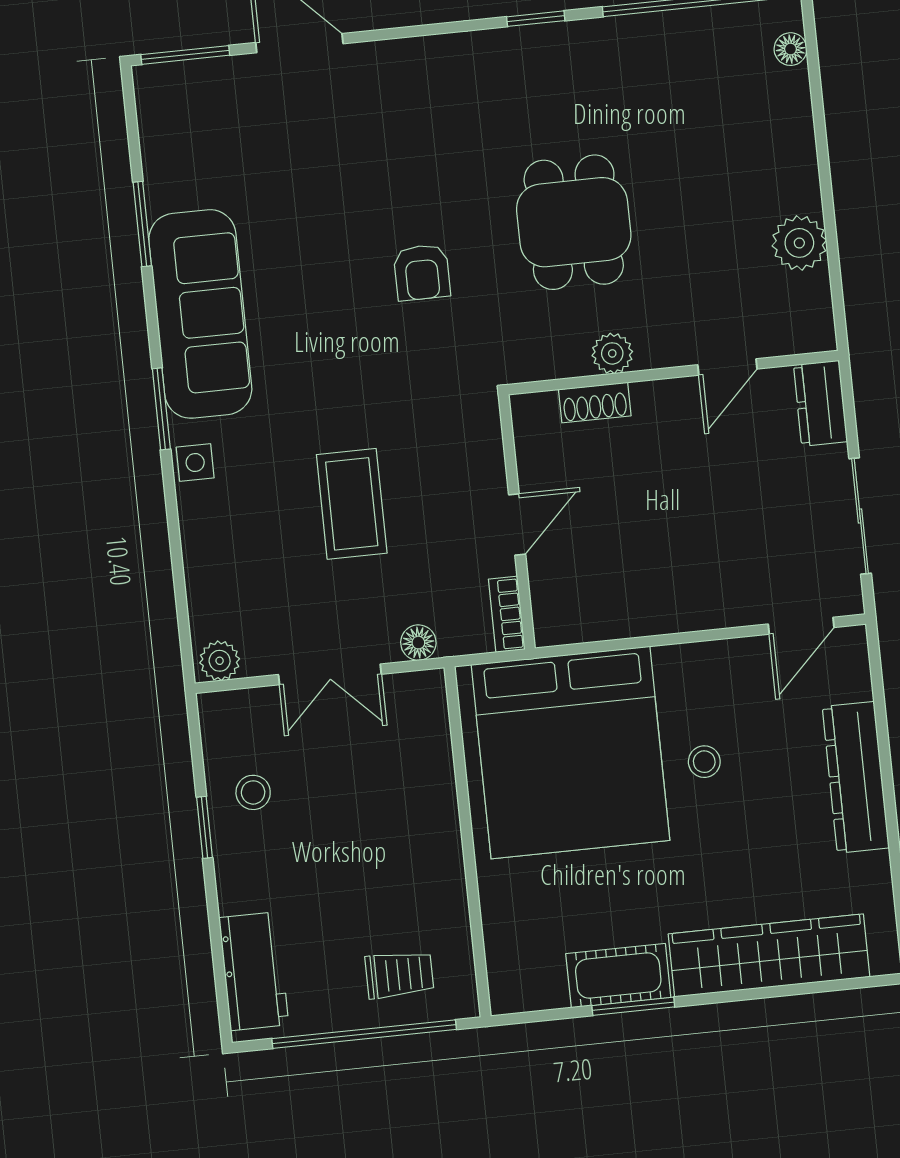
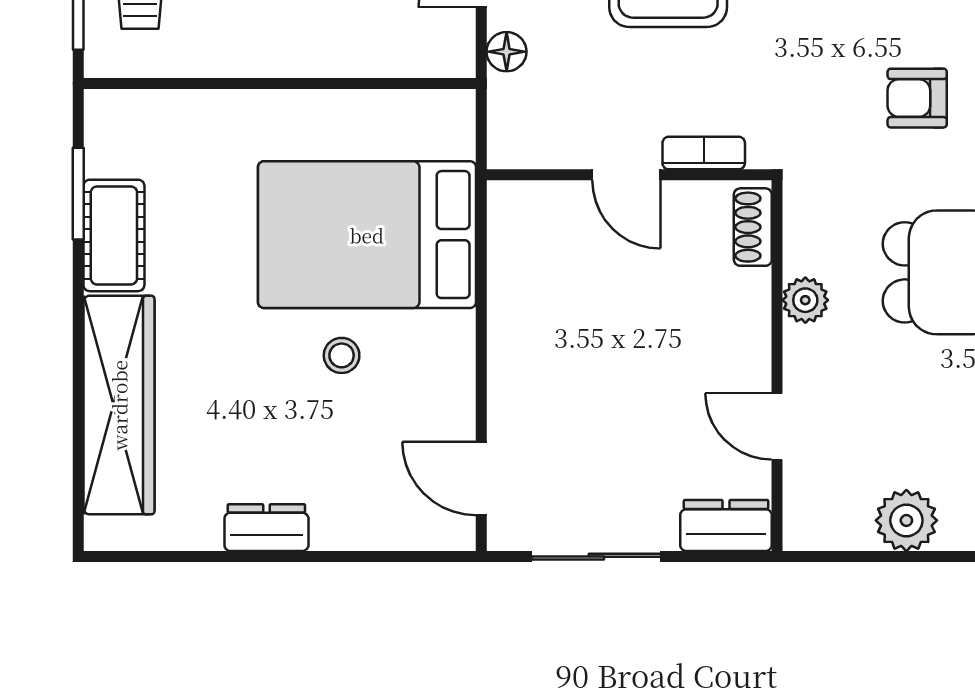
shoe rack: (595, 403) -> (753, 227), moved
bookcase: (507, 614) -> (704, 153), moved
bed: (570, 753) -> (367, 235), width x0.73
dresser: (856, 777) -> (266, 528), width x0.51, depth x0.80
window: (633, 1006) -> (78, 194), moved

